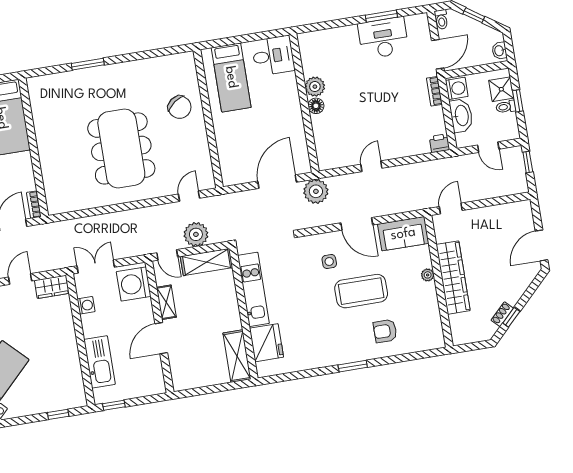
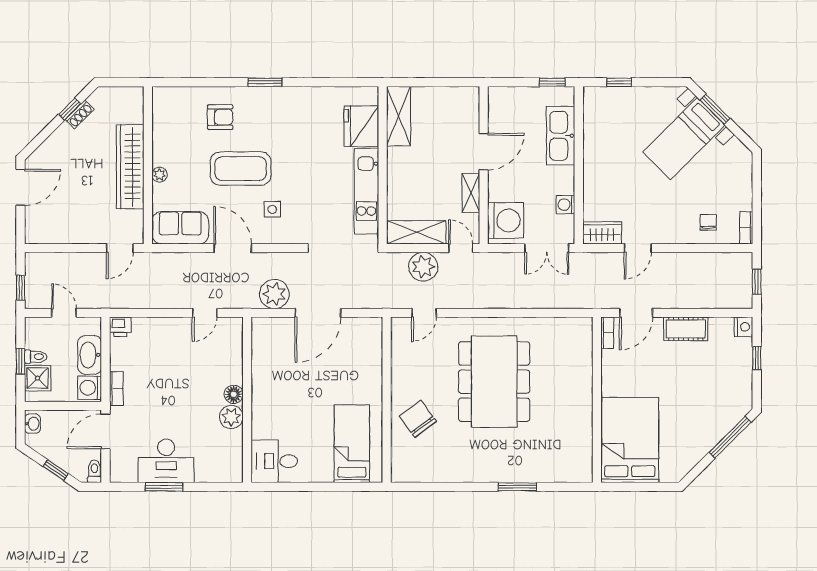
desk: (273, 56) -> (274, 461), moved
plant: (315, 87) -> (231, 417), moved
wall: (304, 103) -> (247, 400), moved
floor lamp: (316, 106) -> (234, 394), moved

